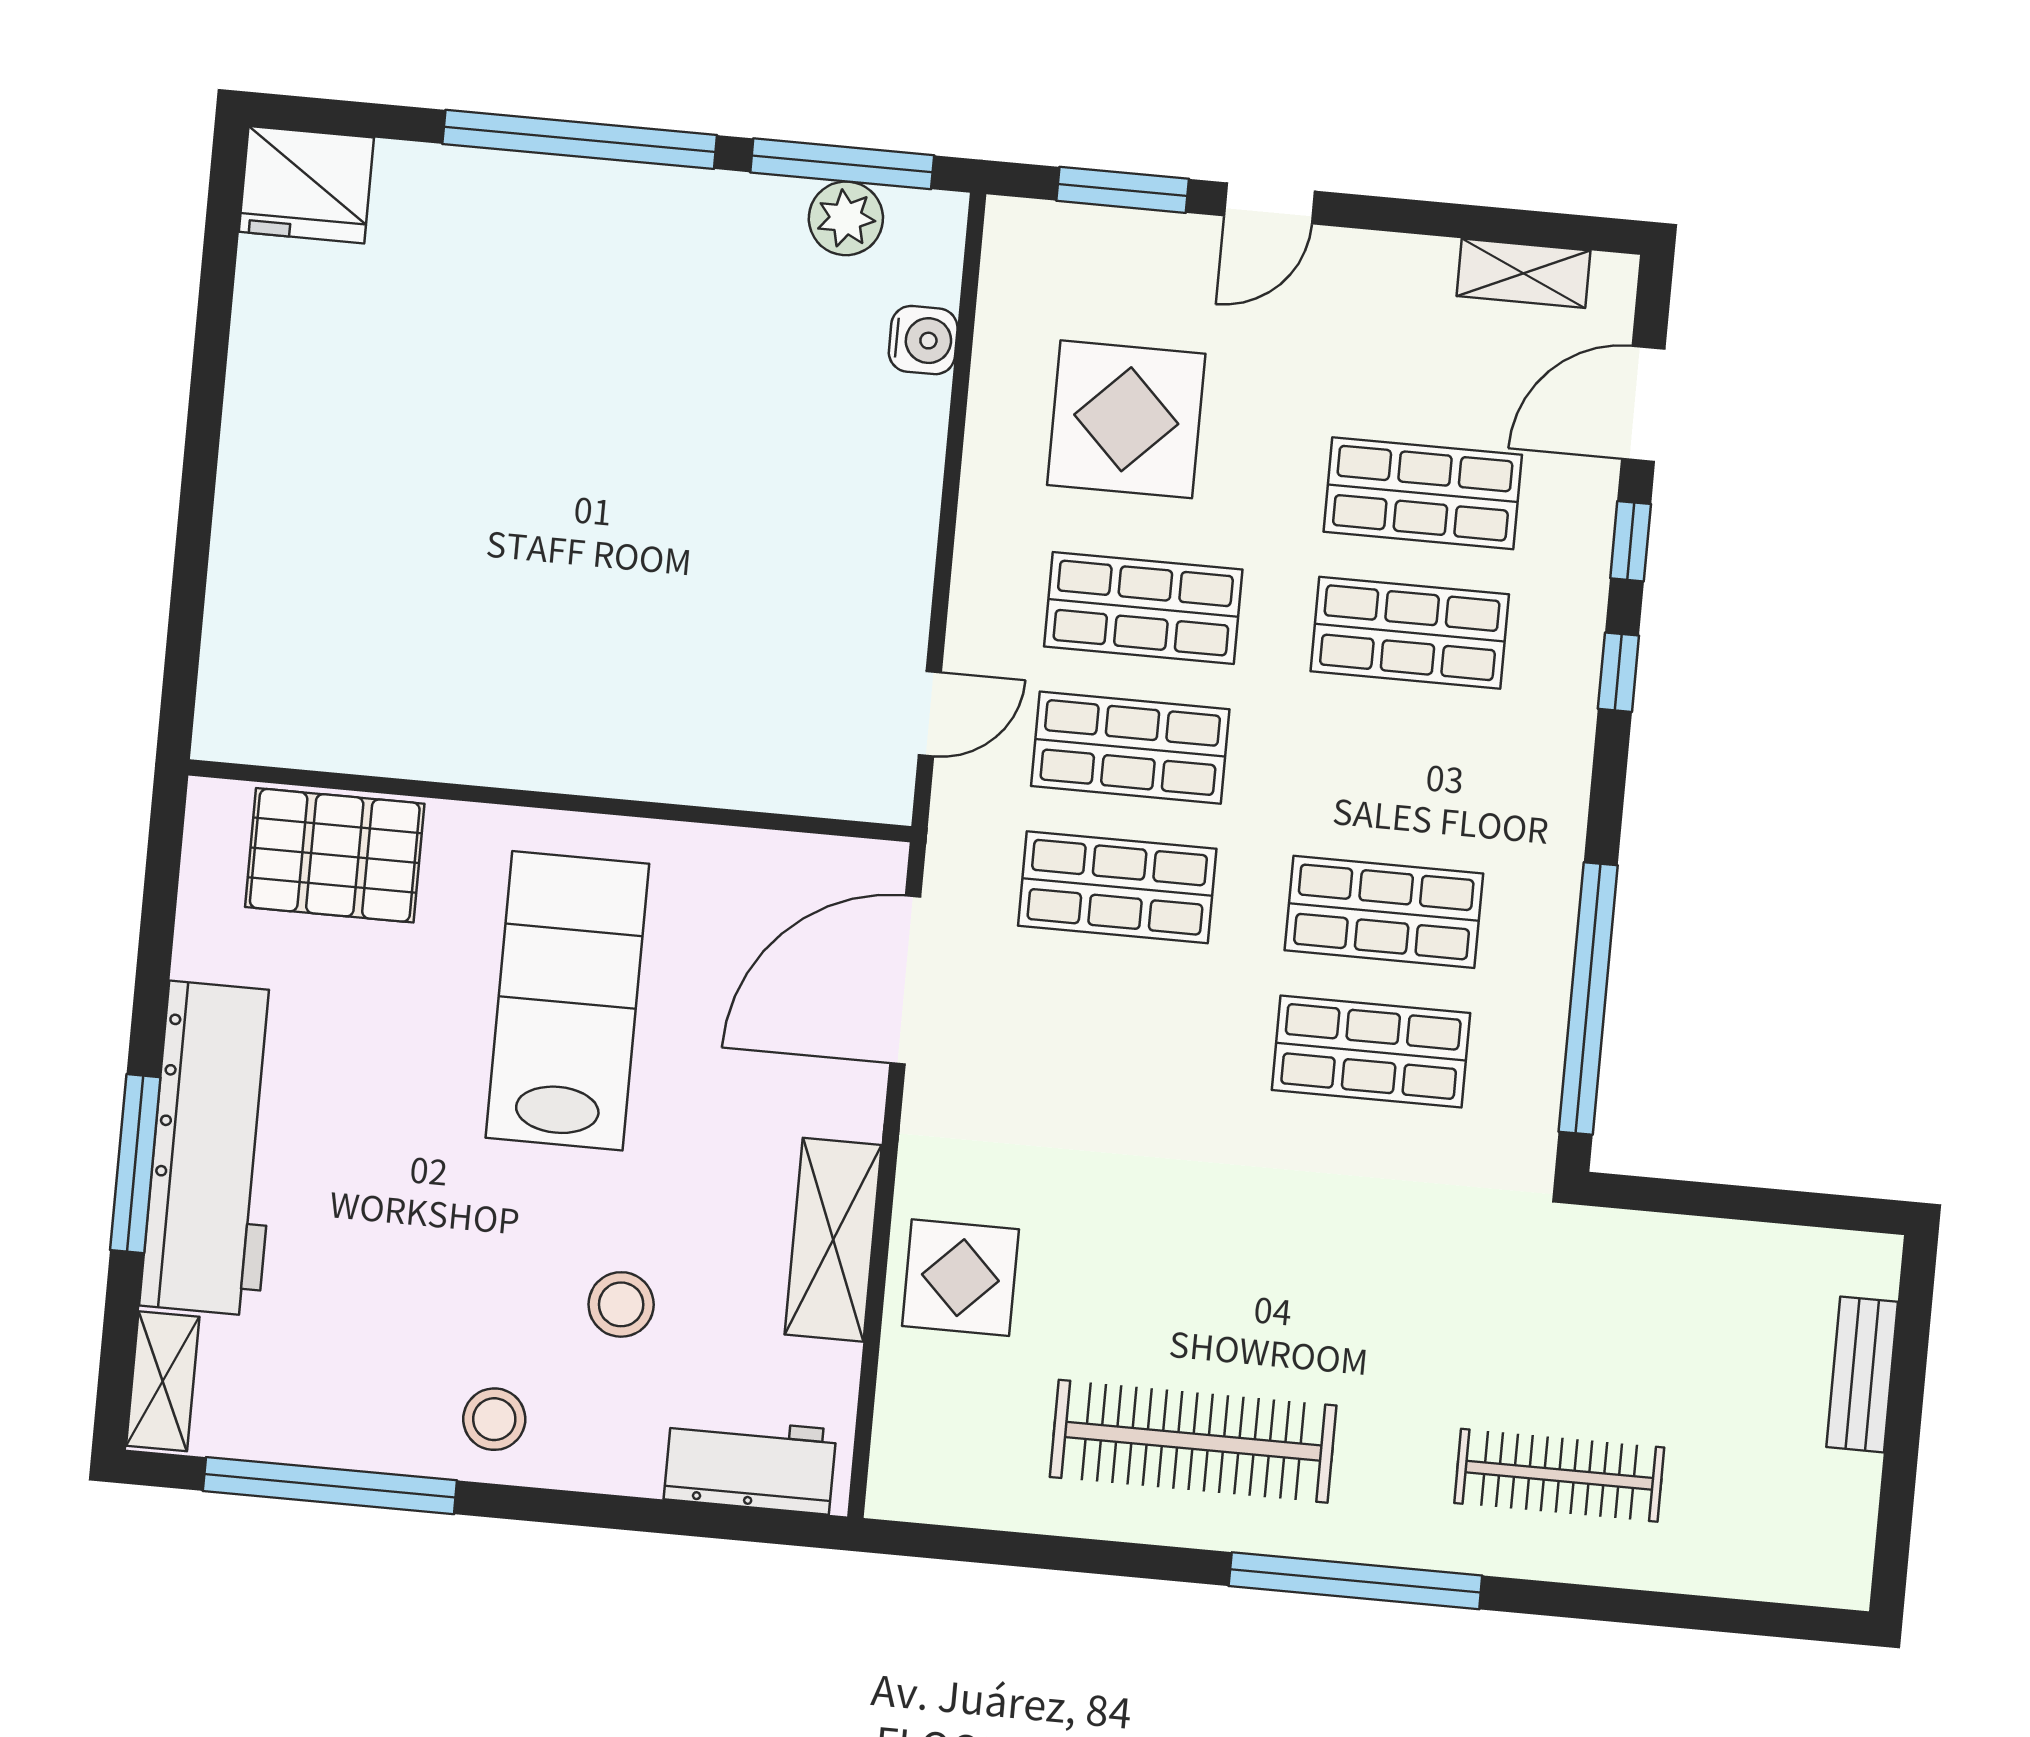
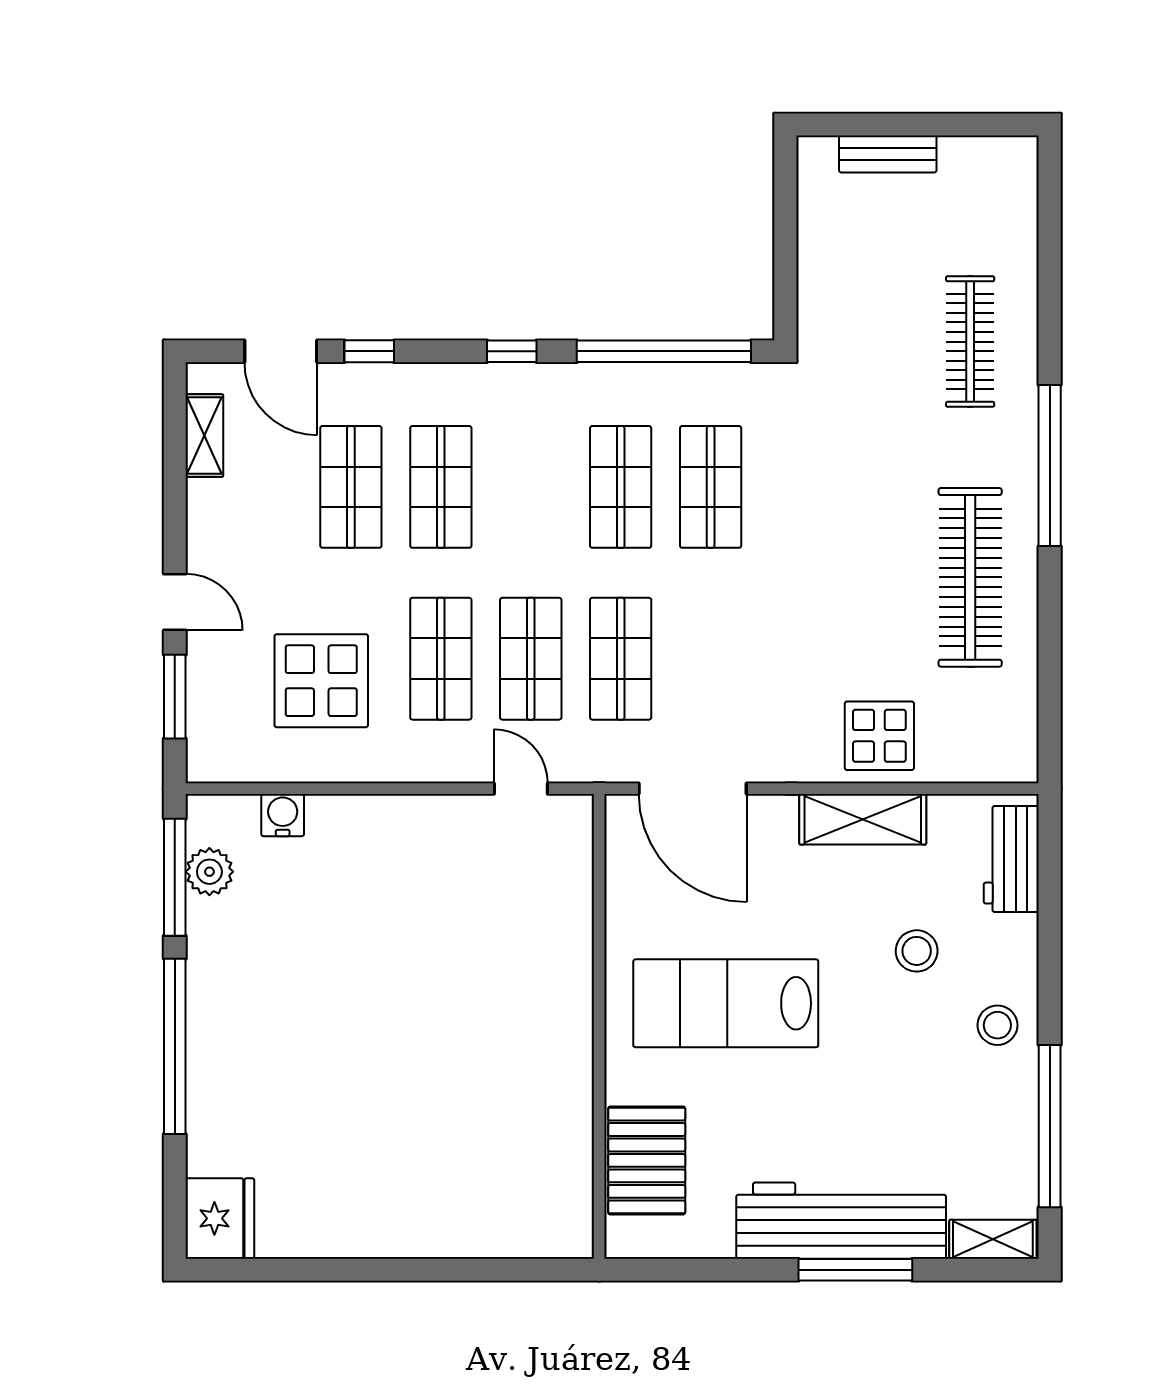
window: (1618, 672) -> (512, 351), moved

